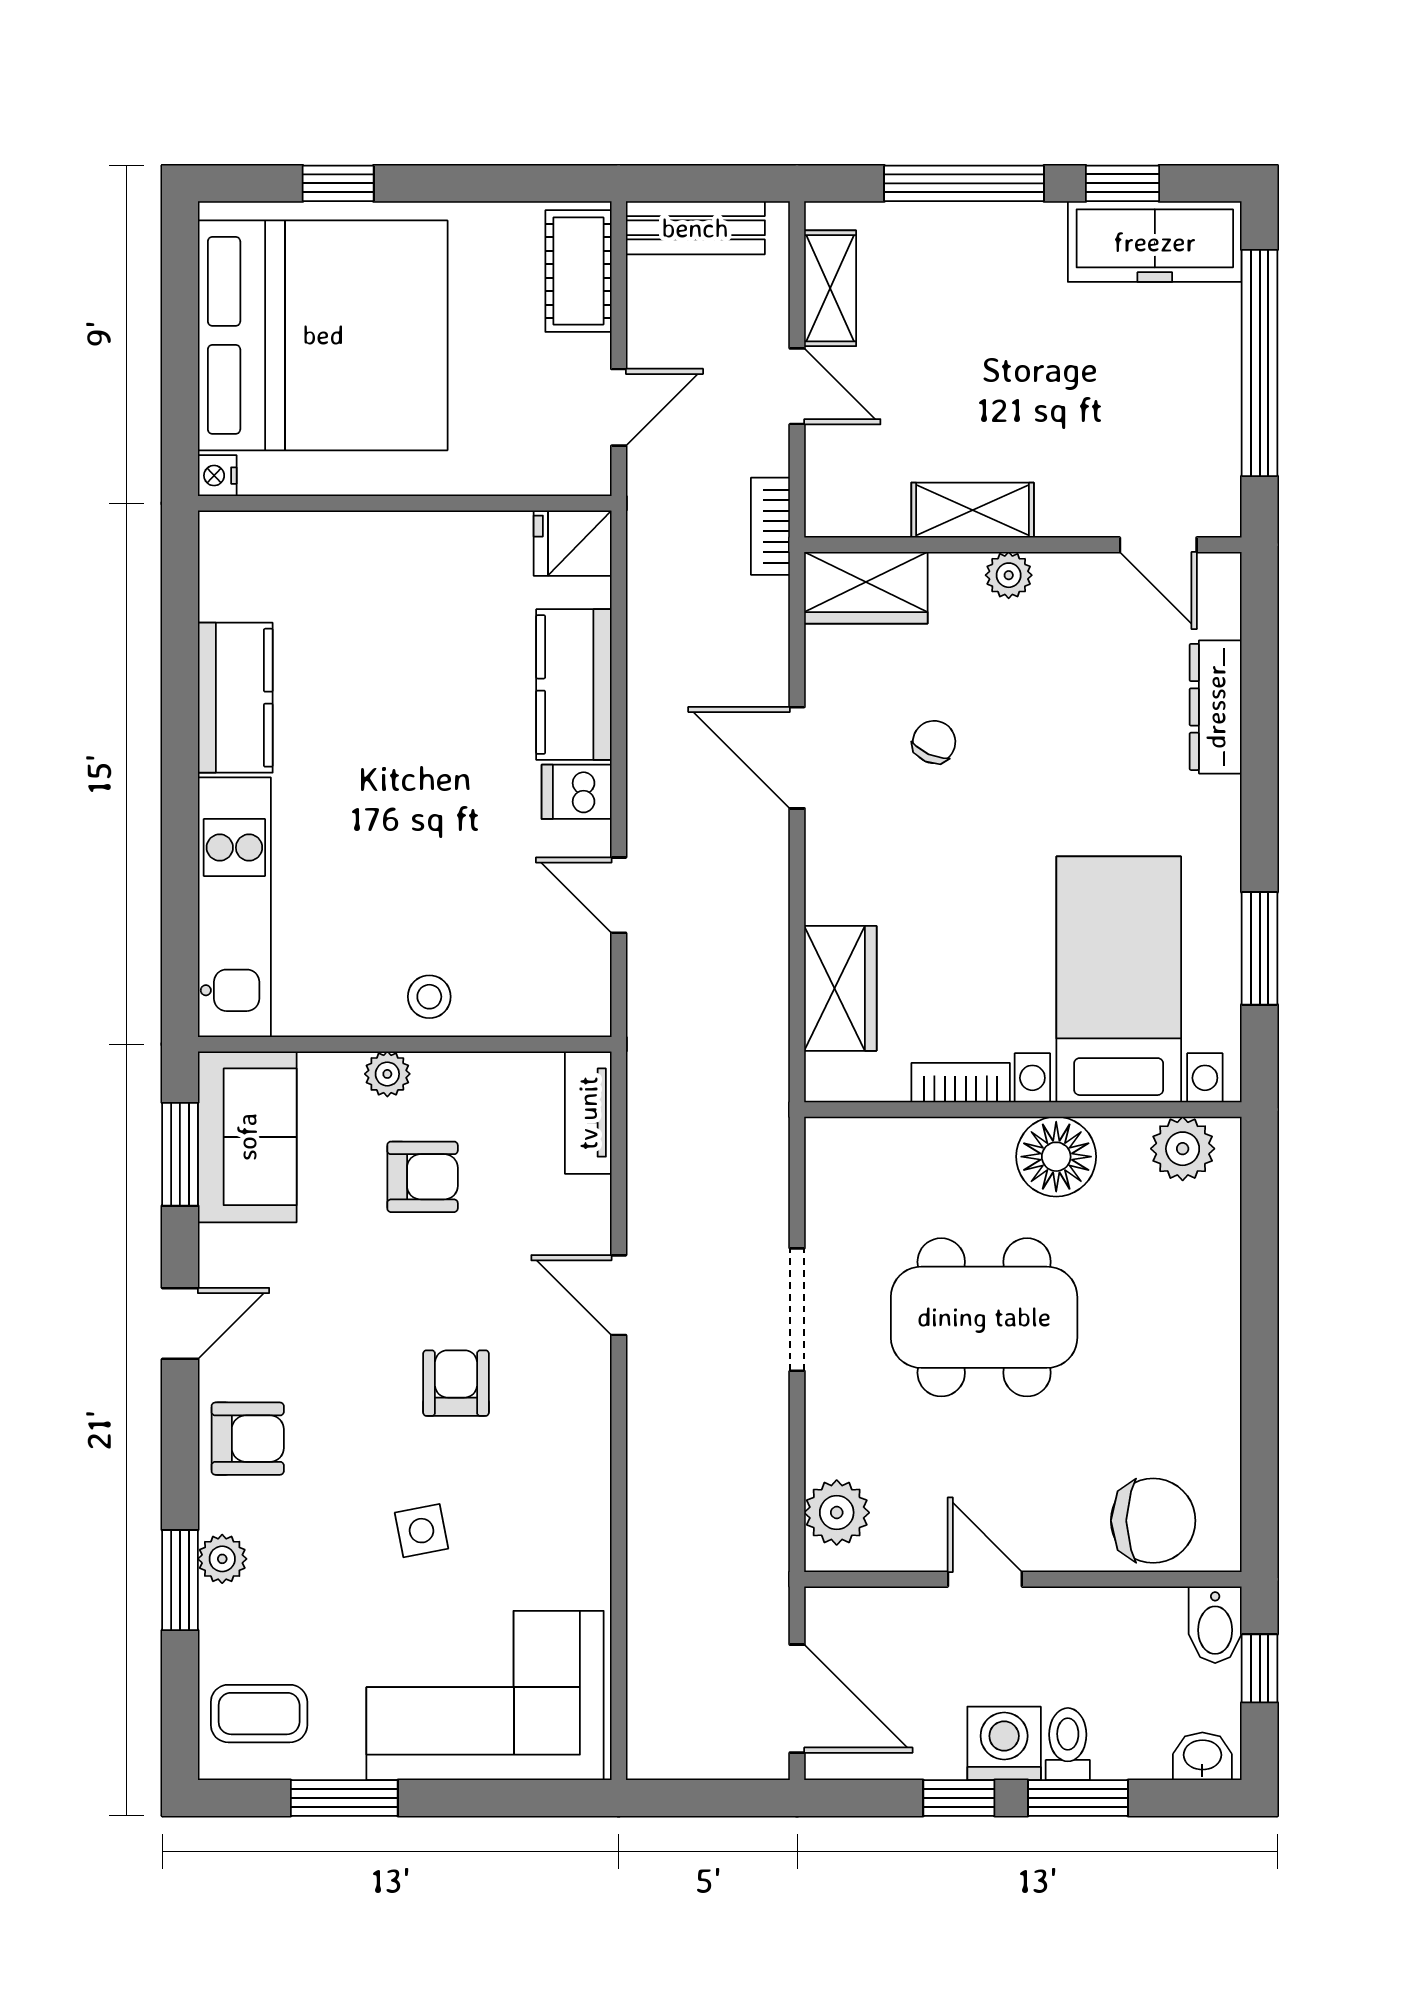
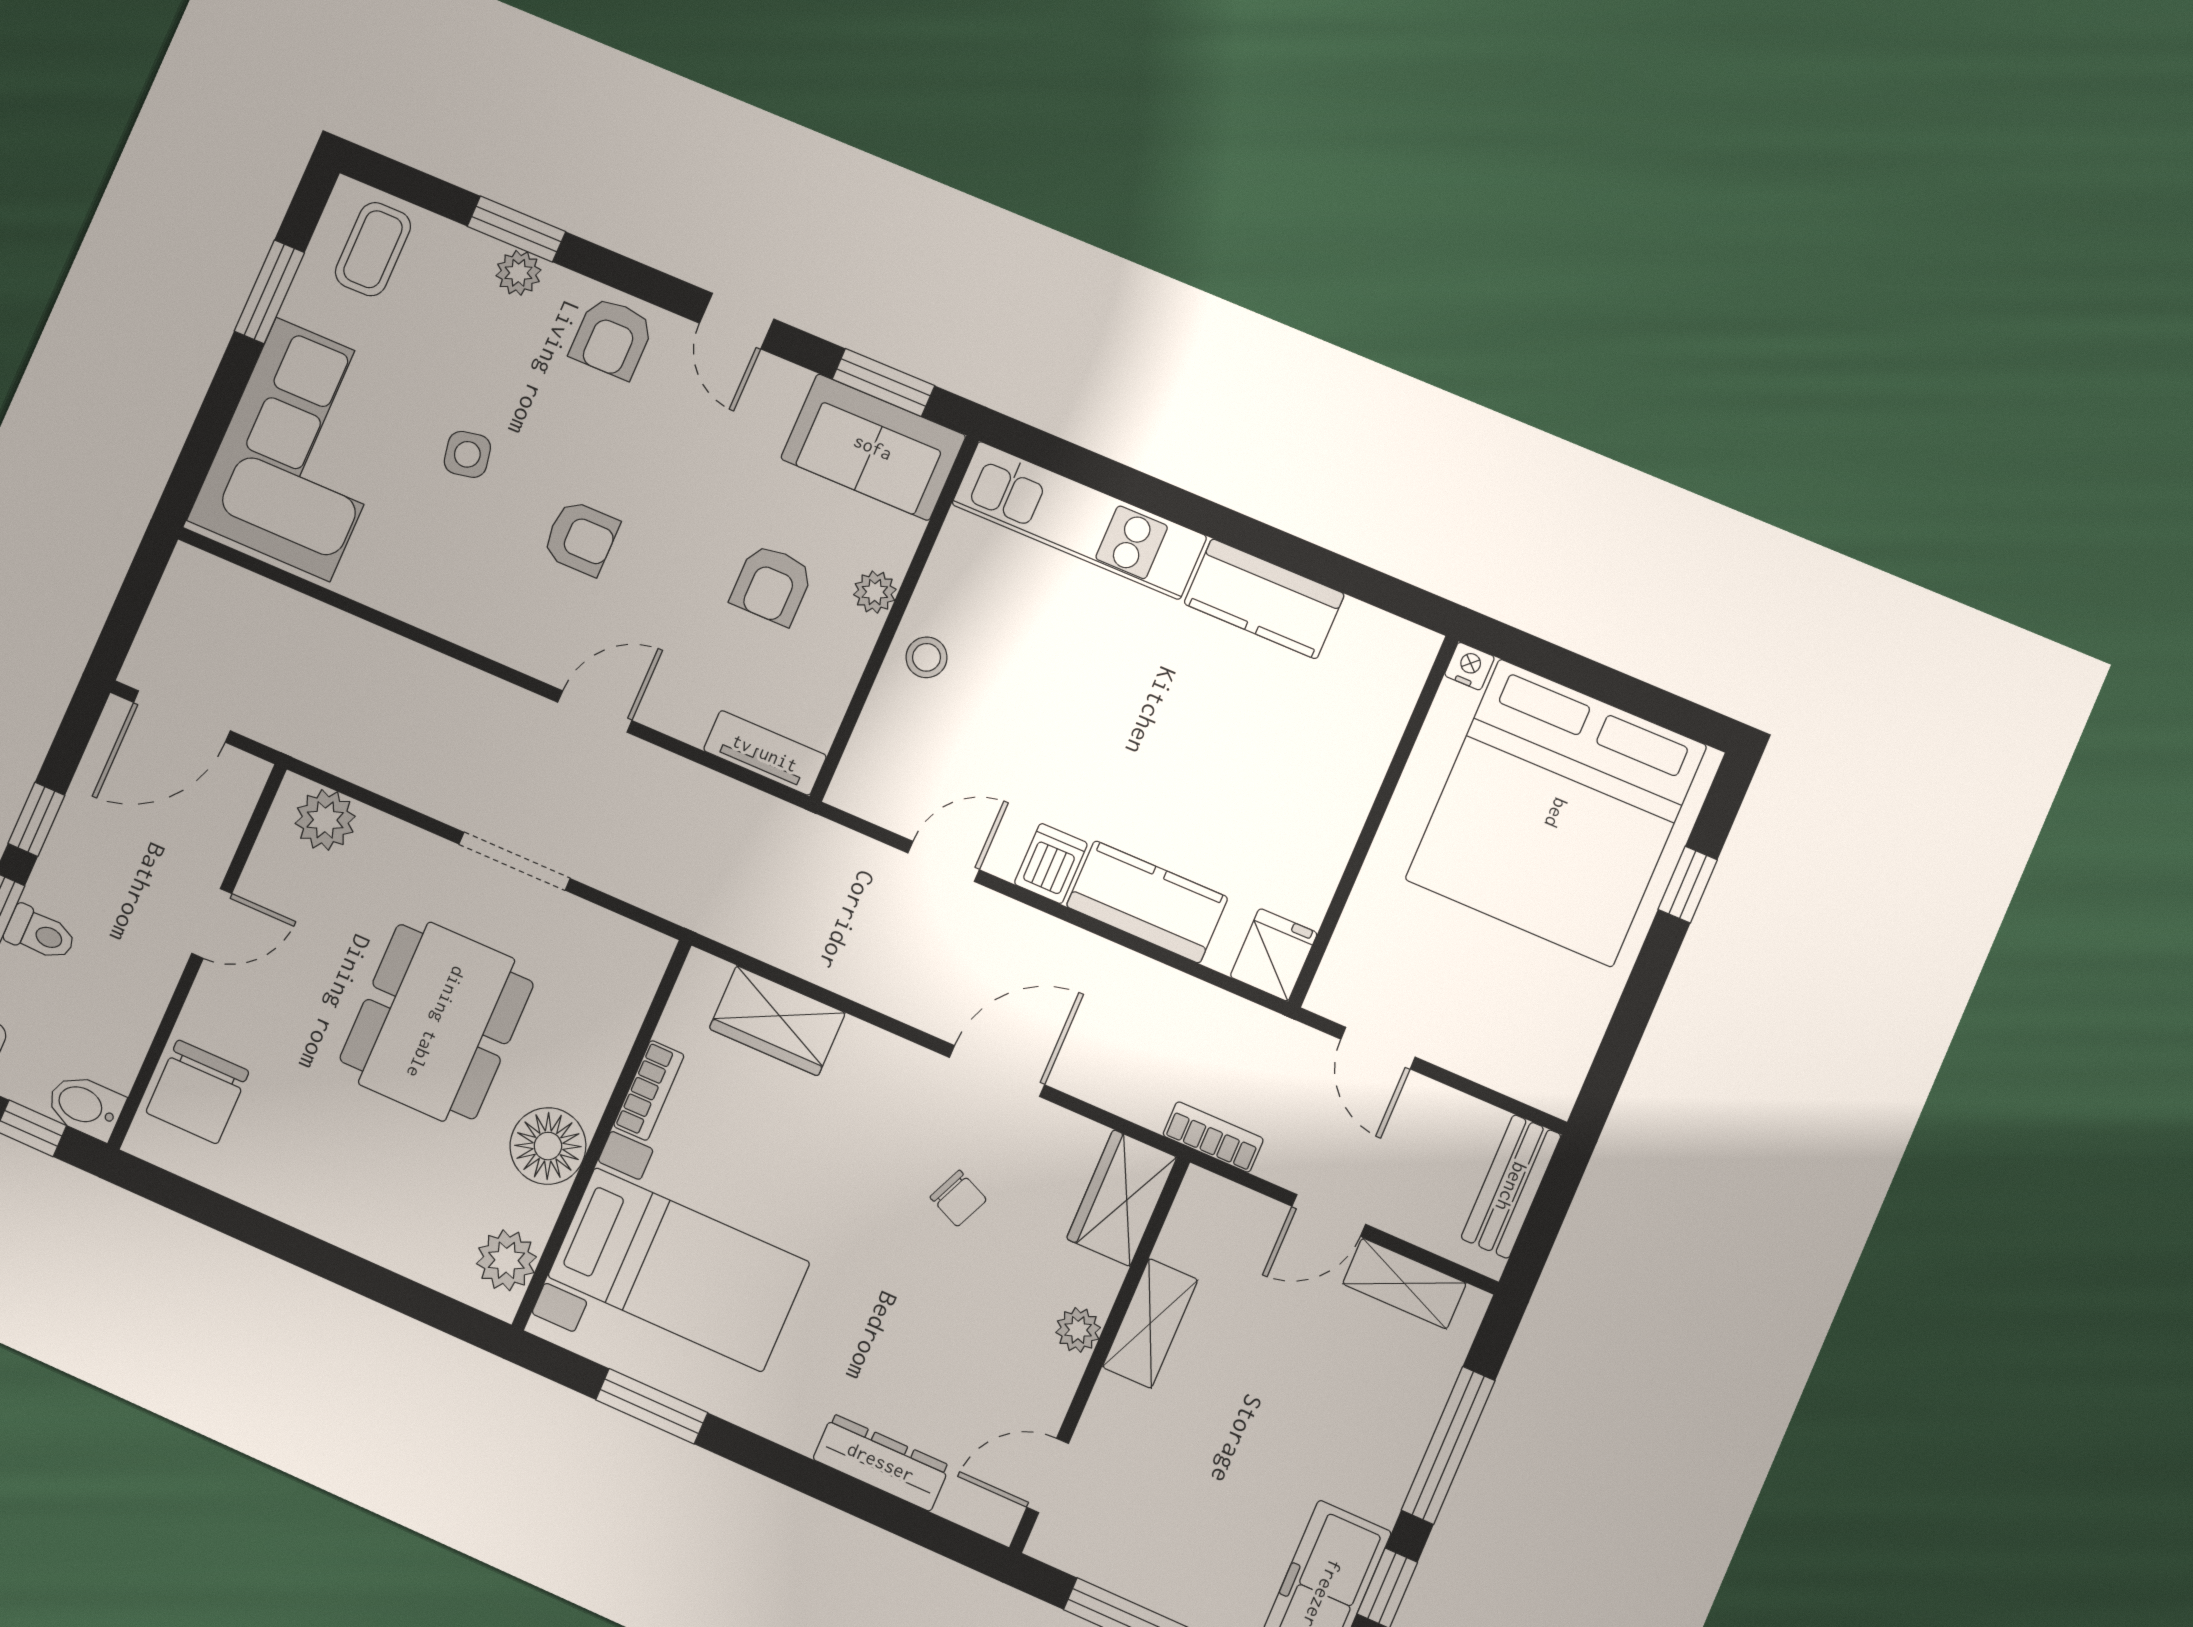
cot: (578, 271) -> (1516, 1065), removed
washing machine: (1004, 1743) -> (65, 879), removed

